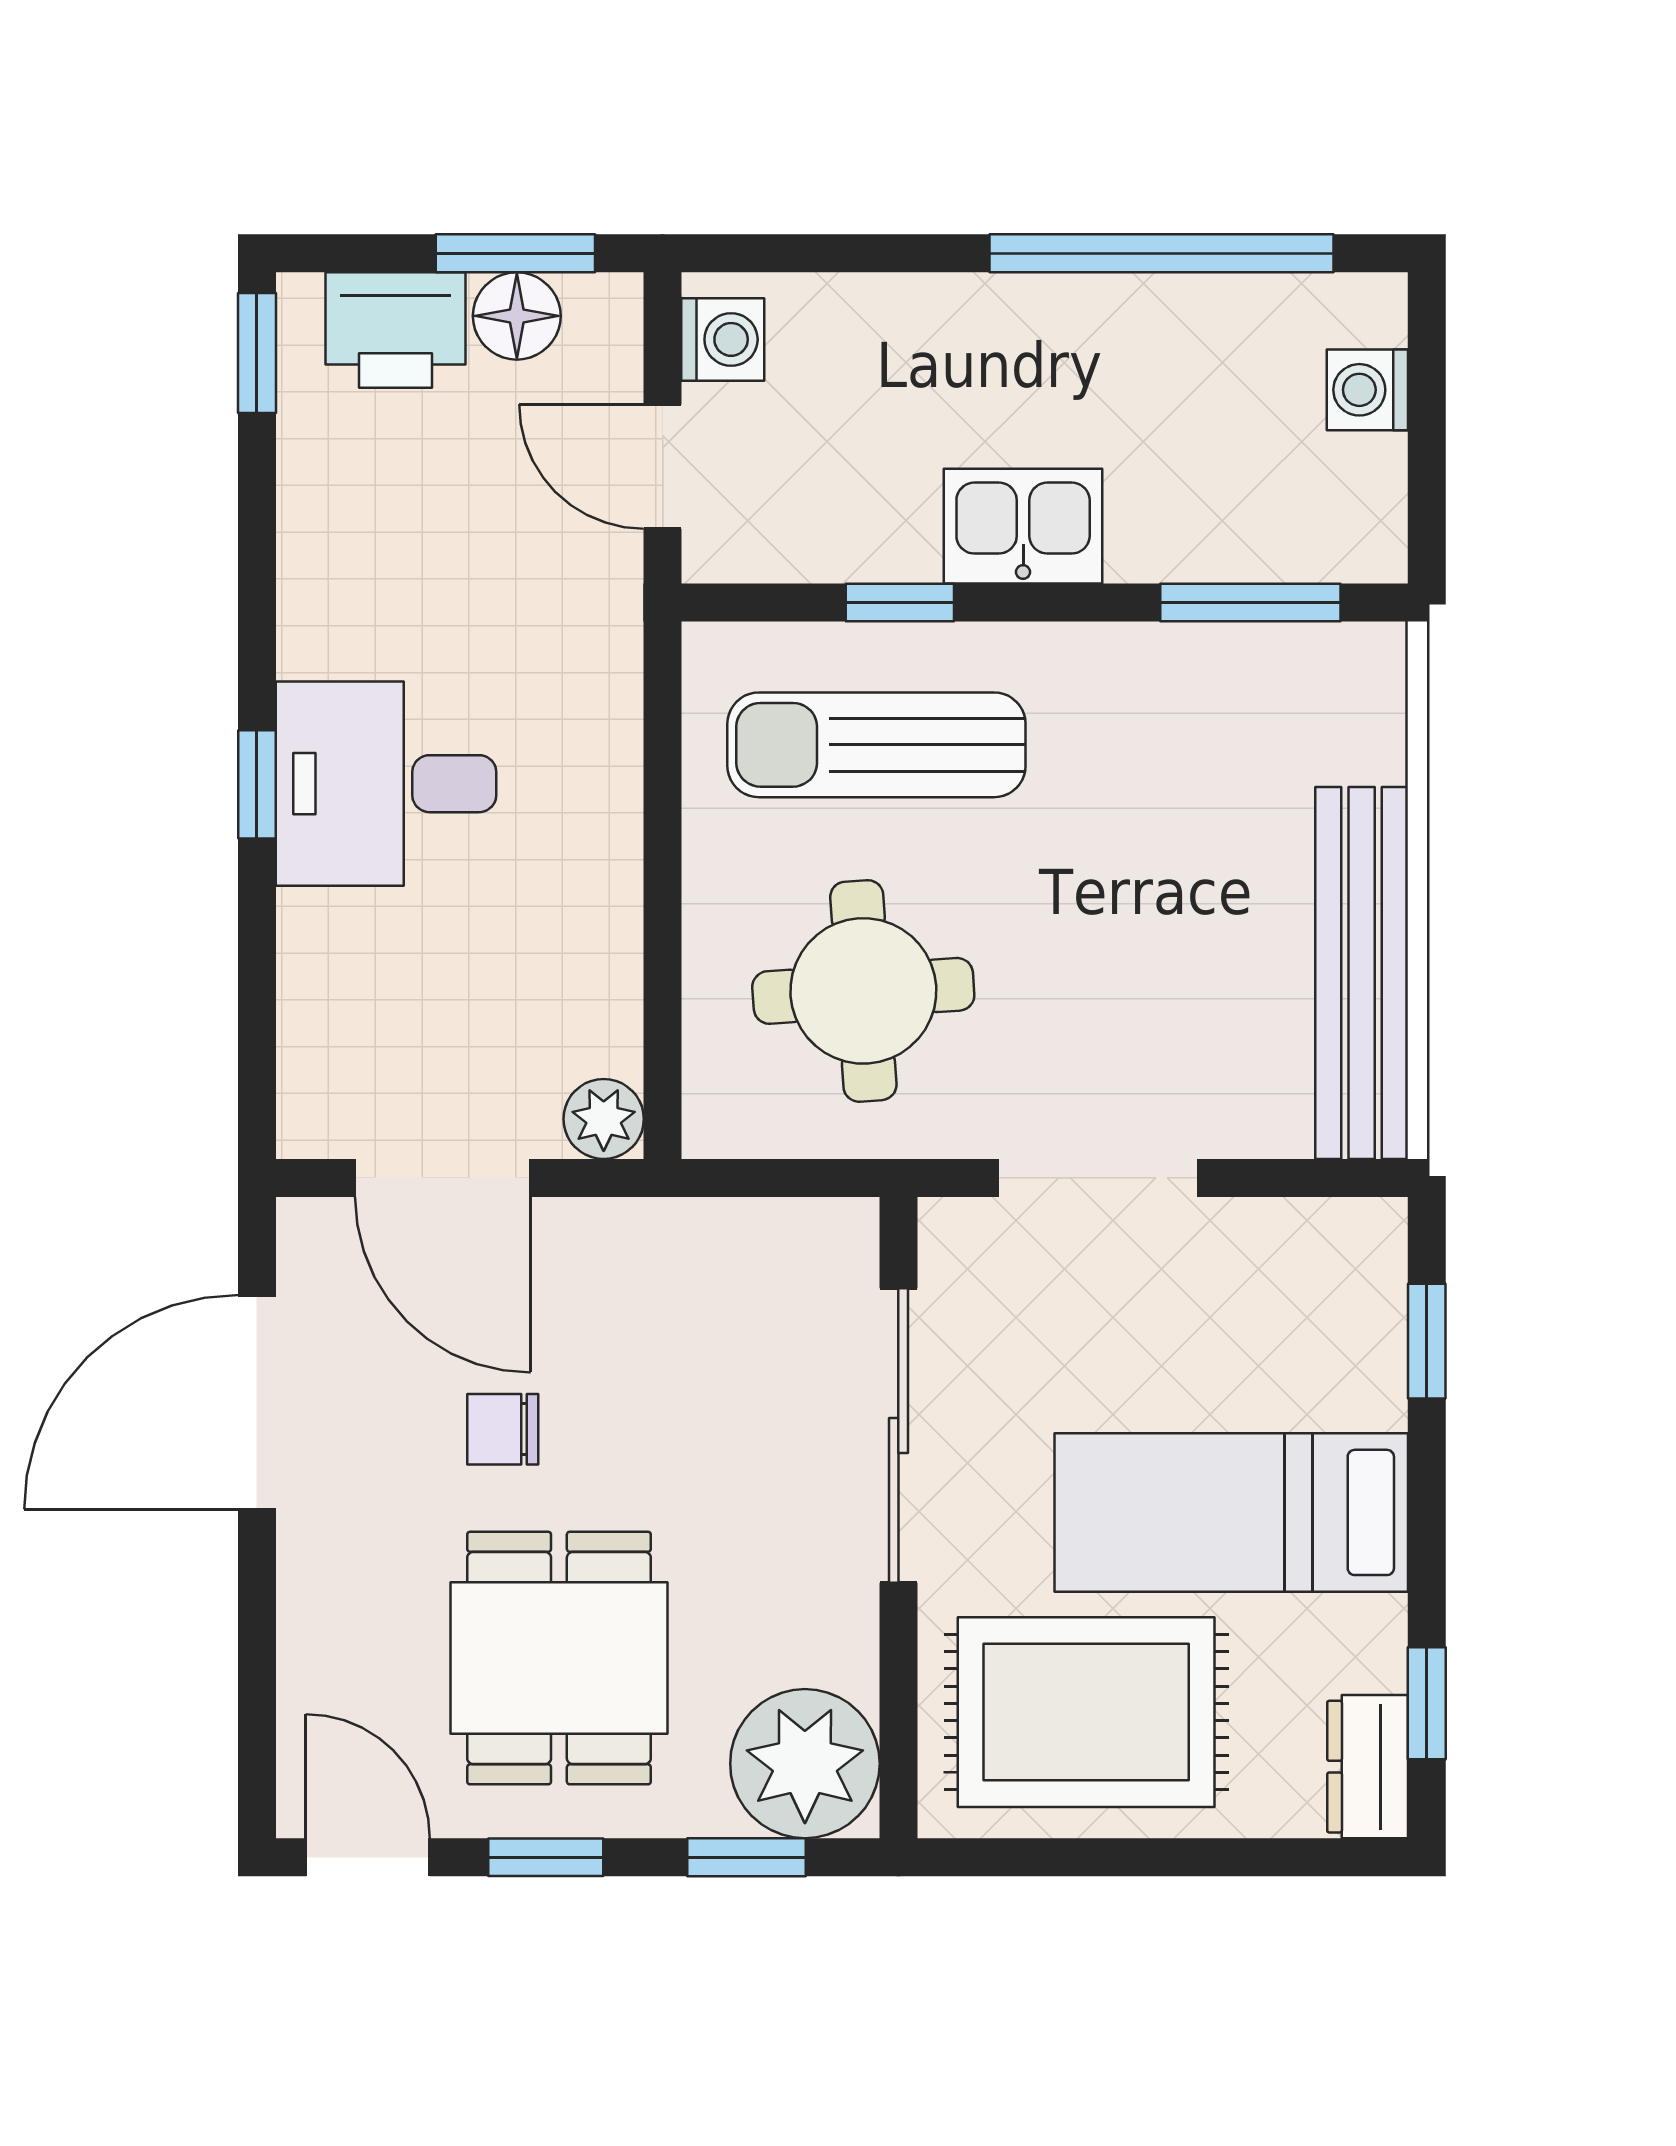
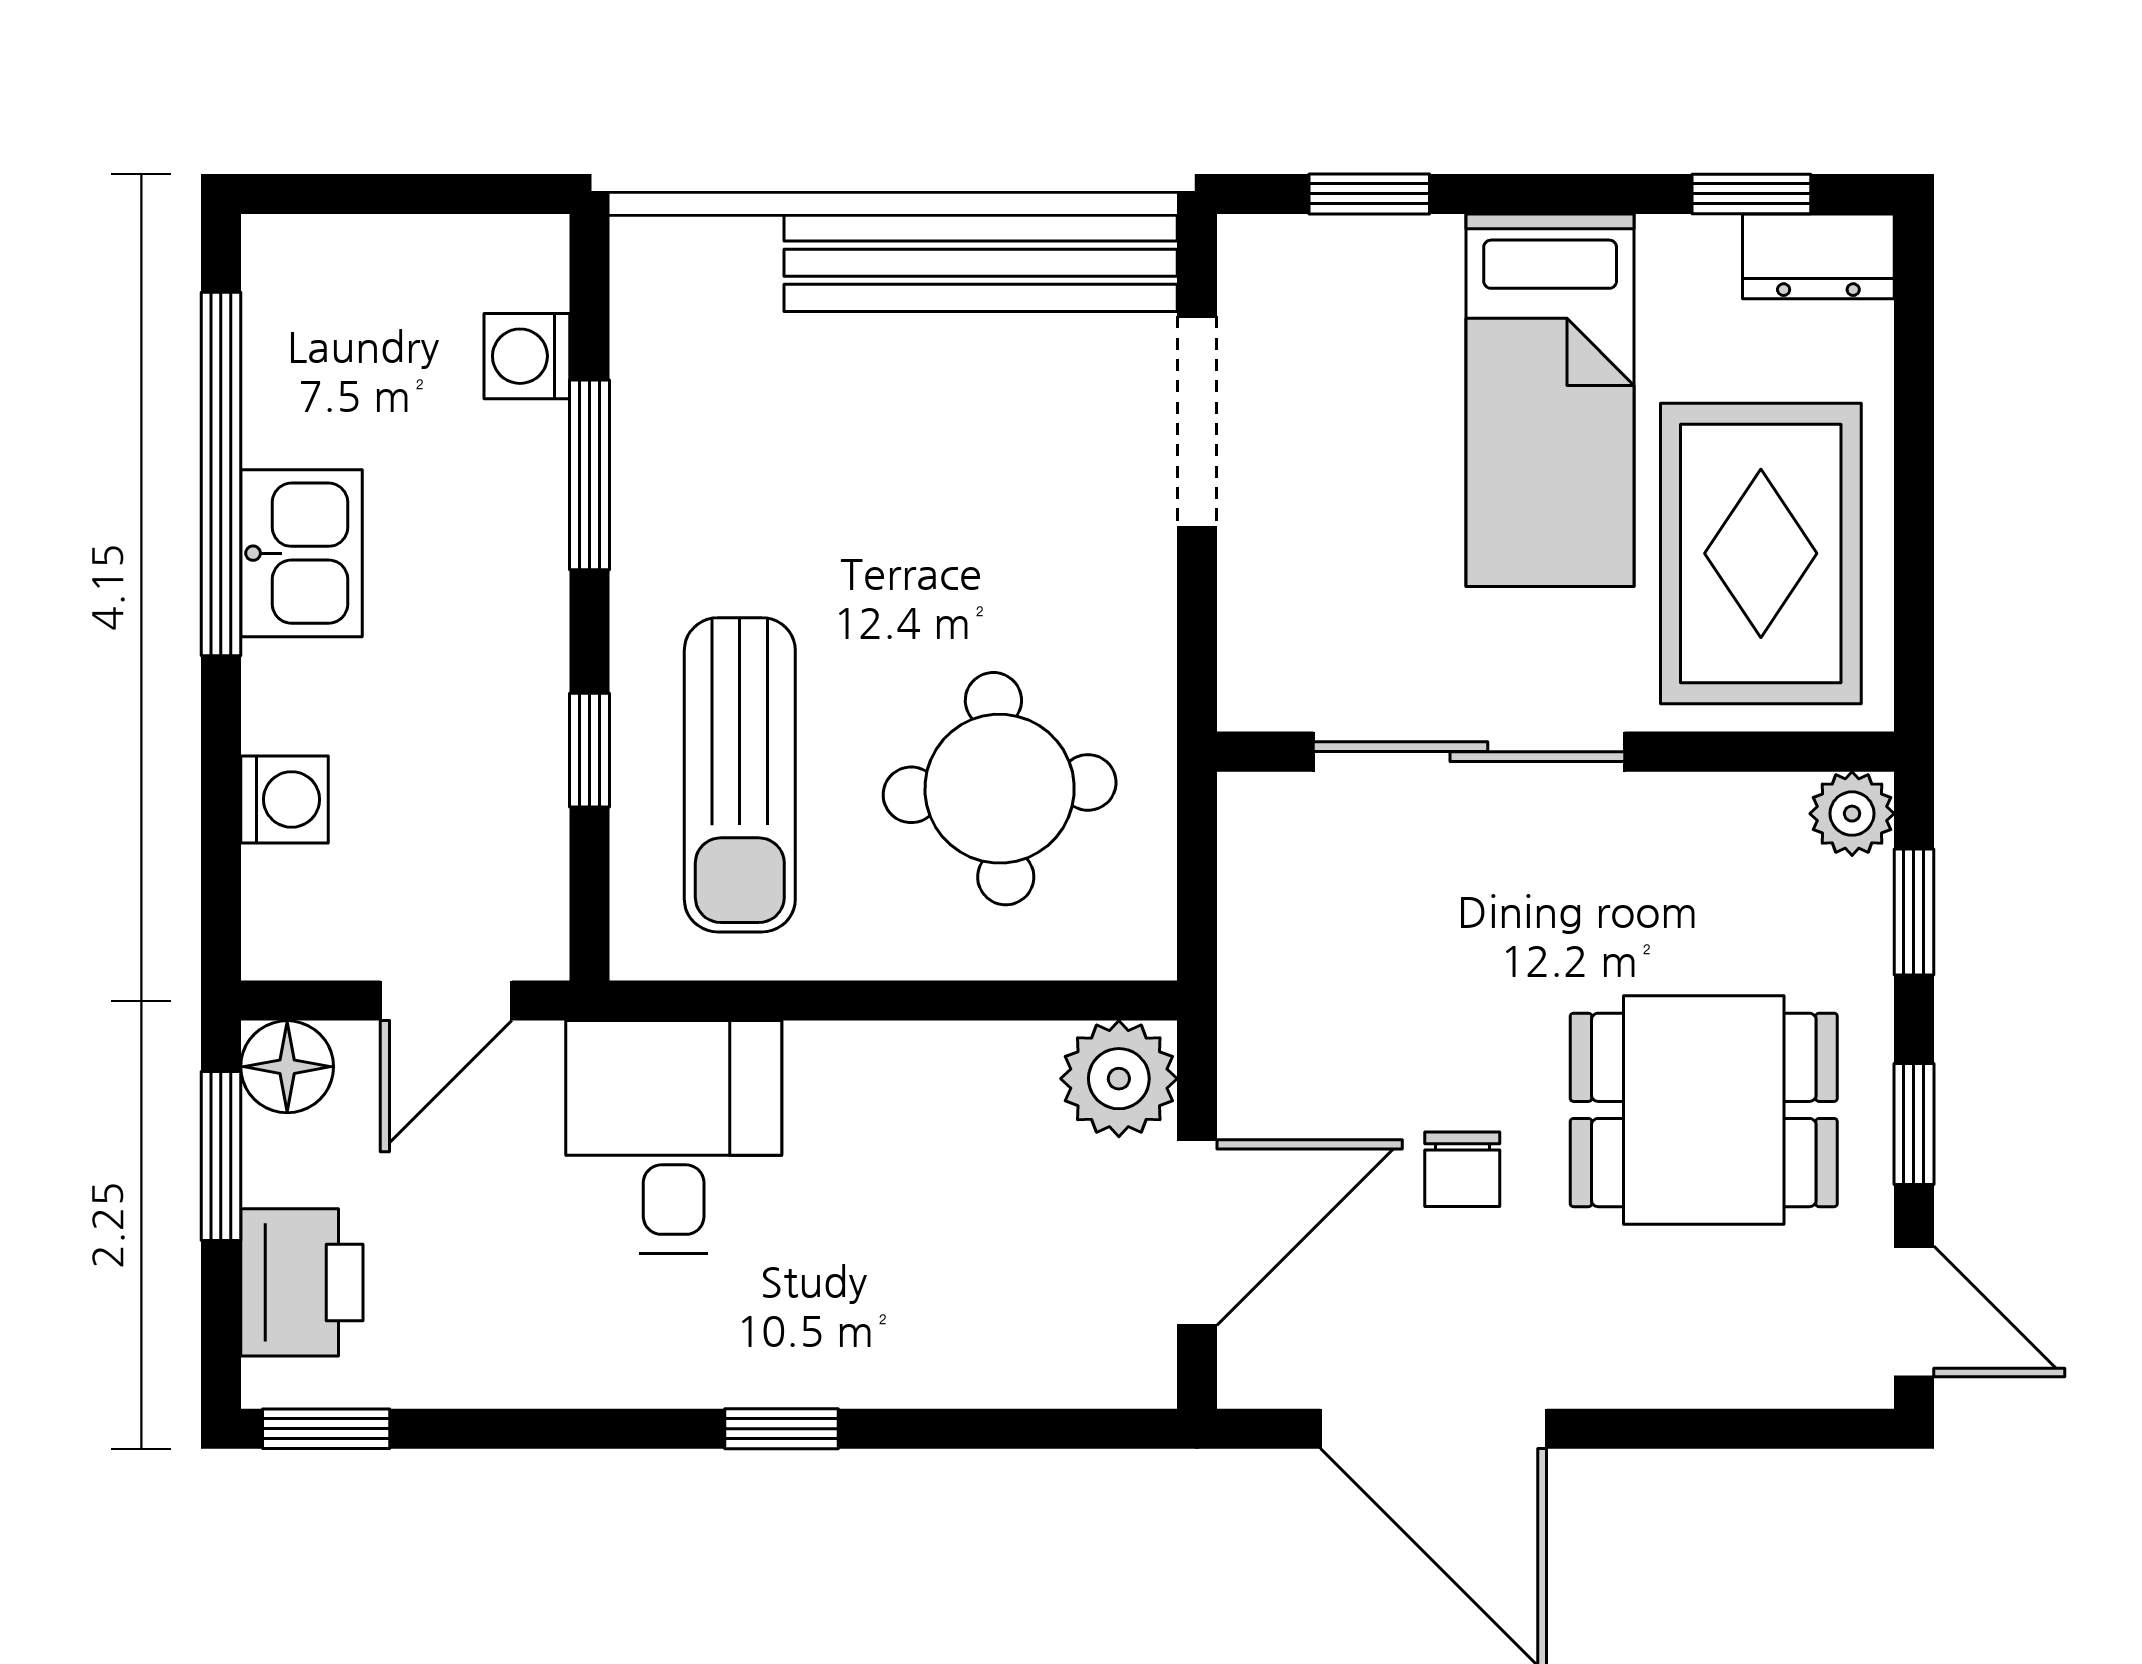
floor lamp: (517, 316) -> (287, 1067), moved
washing machine: (723, 339) -> (285, 799), moved, turned 90
washing machine: (1367, 390) -> (527, 356), moved, turned 90
kitchen sink: (1023, 526) -> (302, 553), moved, turned 180
window: (1250, 602) -> (589, 475), moved
desk: (386, 784) -> (674, 1137), moved, turned 180
plant: (604, 1119) -> (1119, 1079), width x1.38, depth x1.38
doorway: (1098, 1178) -> (1197, 422), moved
plant: (805, 1764) -> (1852, 814), width x0.53, depth x0.53
door: (368, 1857) -> (1914, 1312), swing flipped

